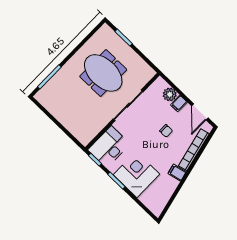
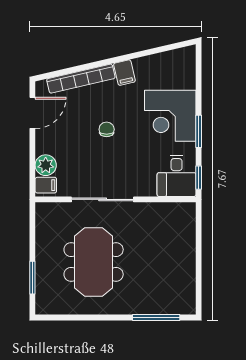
filing cabinet: (179, 103) -> (46, 185), moved
chair: (166, 131) -> (107, 129), moved
desk: (109, 147) -> (177, 176), width x0.73

